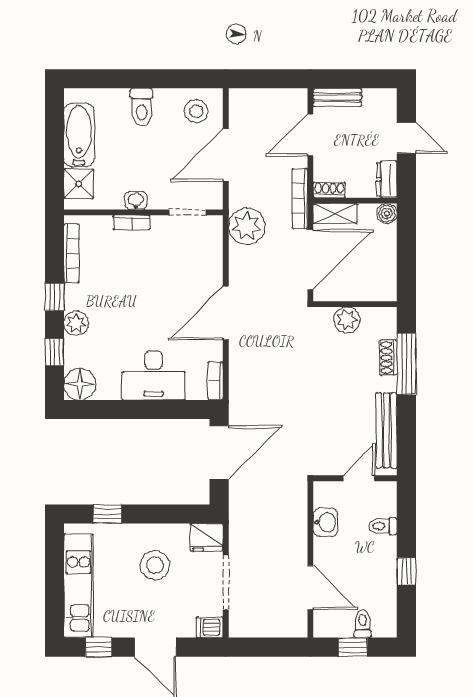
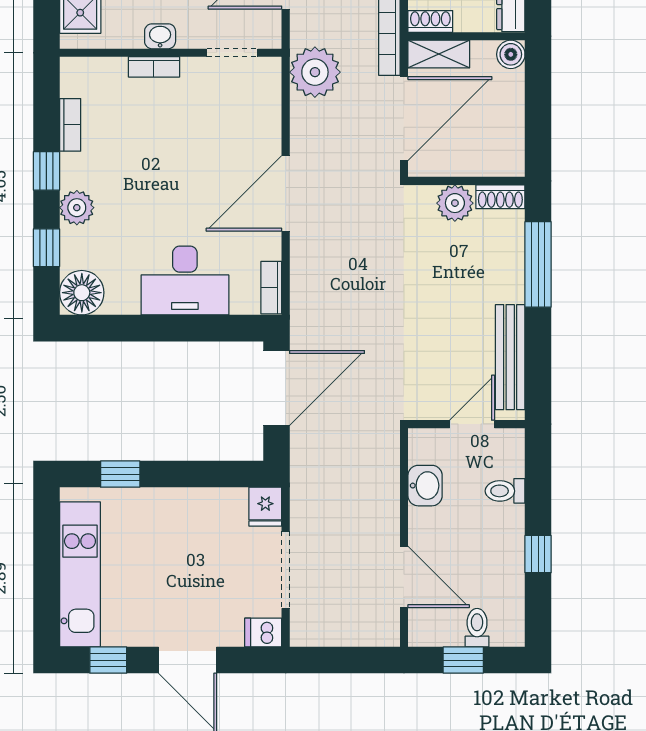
bookcase: (71, 253) -> (70, 125), width x0.64
shoe rack: (388, 358) -> (500, 197), moved, turned -90
fridge: (207, 537) -> (265, 507), width x0.72
stool: (155, 565) -> (187, 545), removed

